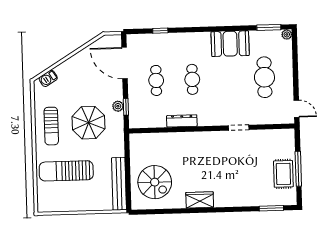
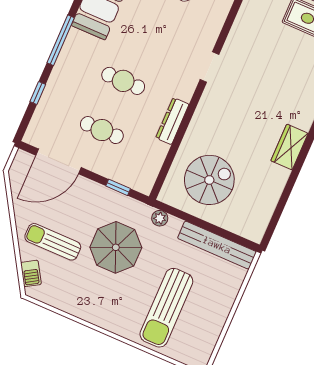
window: (199, 30) -> (61, 40), added
plant: (118, 106) -> (160, 218), moved
sun lounger: (51, 126) -> (53, 242), moved, turned 180
doorway: (239, 128) -> (209, 67), moved
spiral stairs: (155, 182) -> (209, 180), moved

